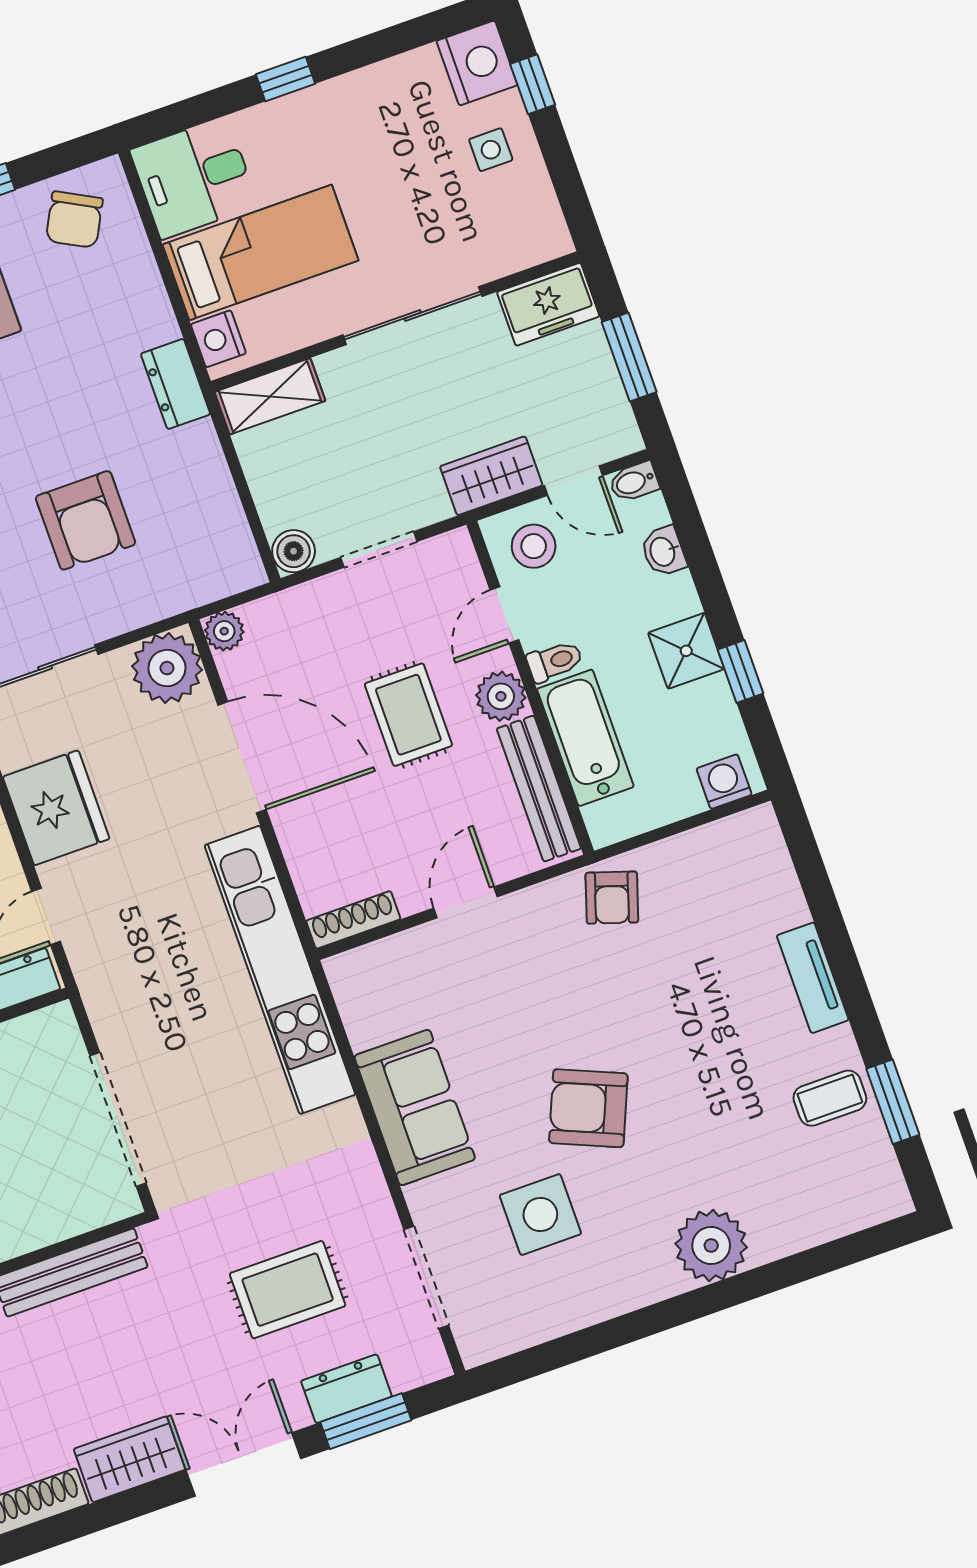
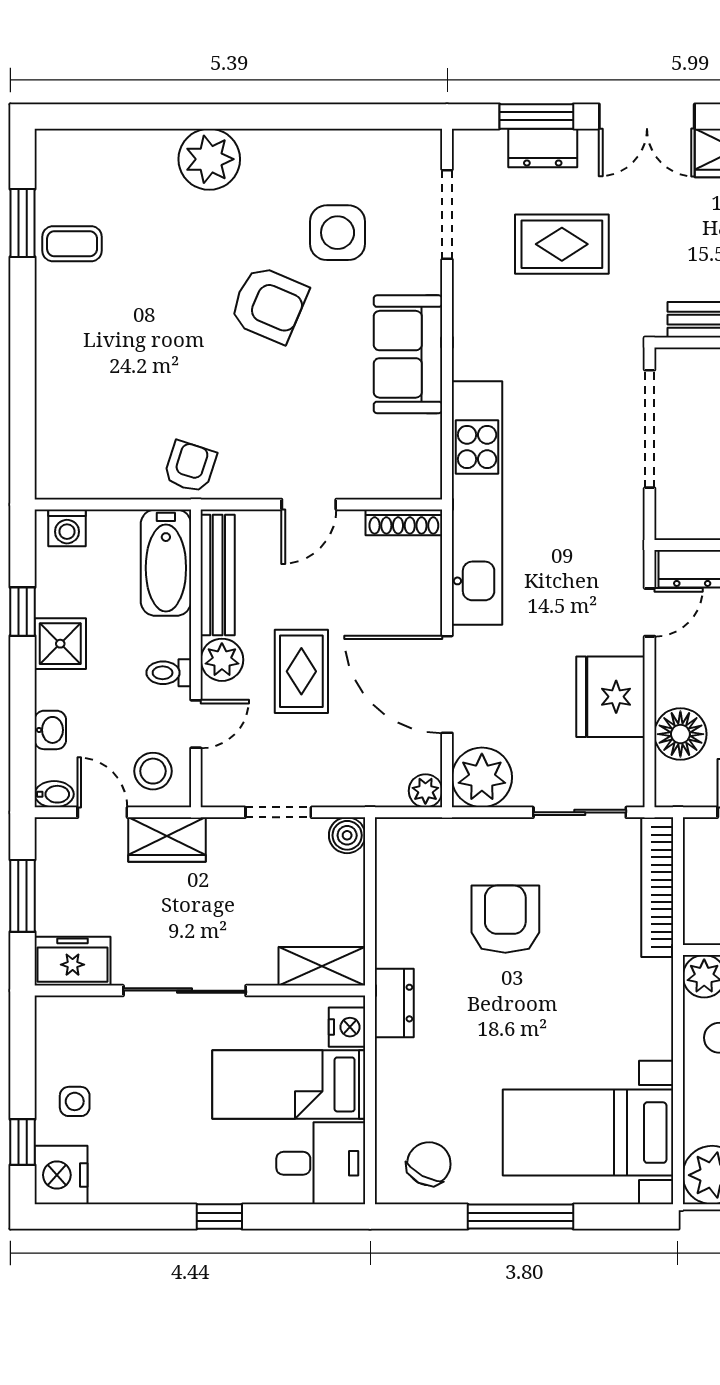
bathtub: (585, 738) -> (166, 563), moved
tv unit: (813, 978) -> (52, 345), removed

